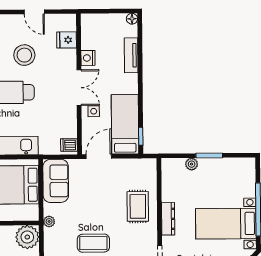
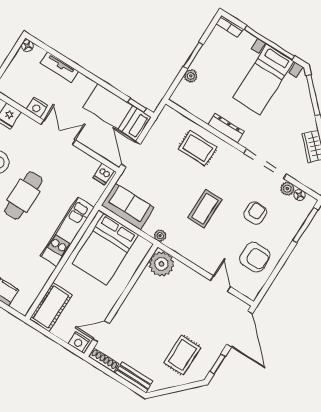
side table: (94, 111) -> (88, 133), removed
bookcase: (251, 170) -> (230, 26), added

